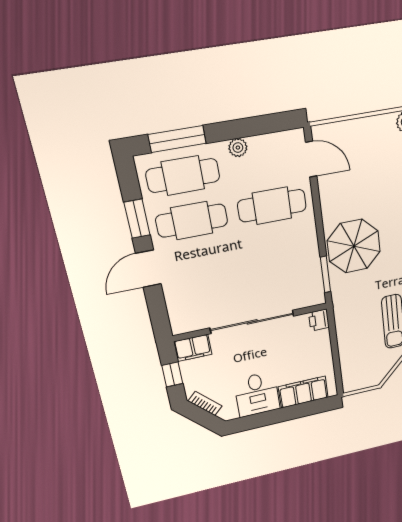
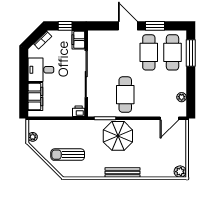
plant: (238, 148) -> (182, 97), moved
cafe table: (272, 206) -> (125, 95), moved
plant: (370, 381) -> (33, 137), added

